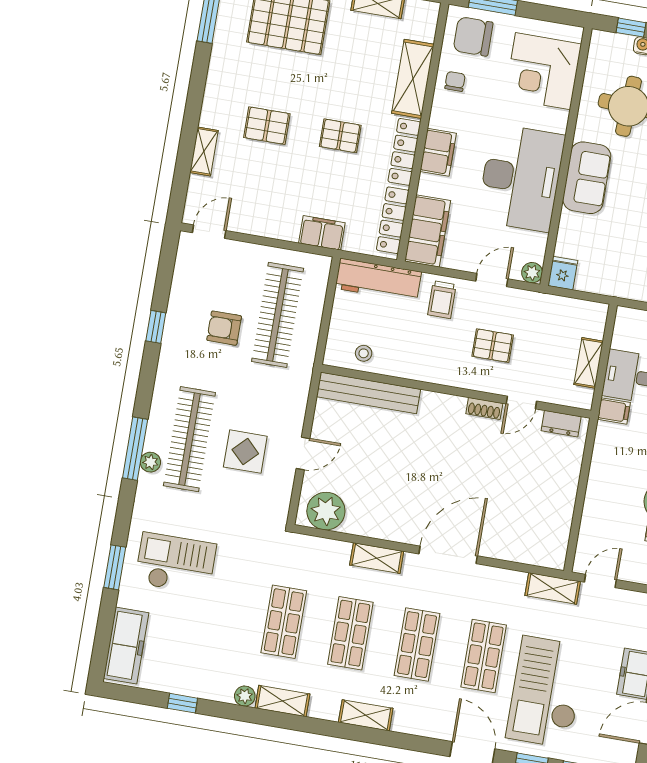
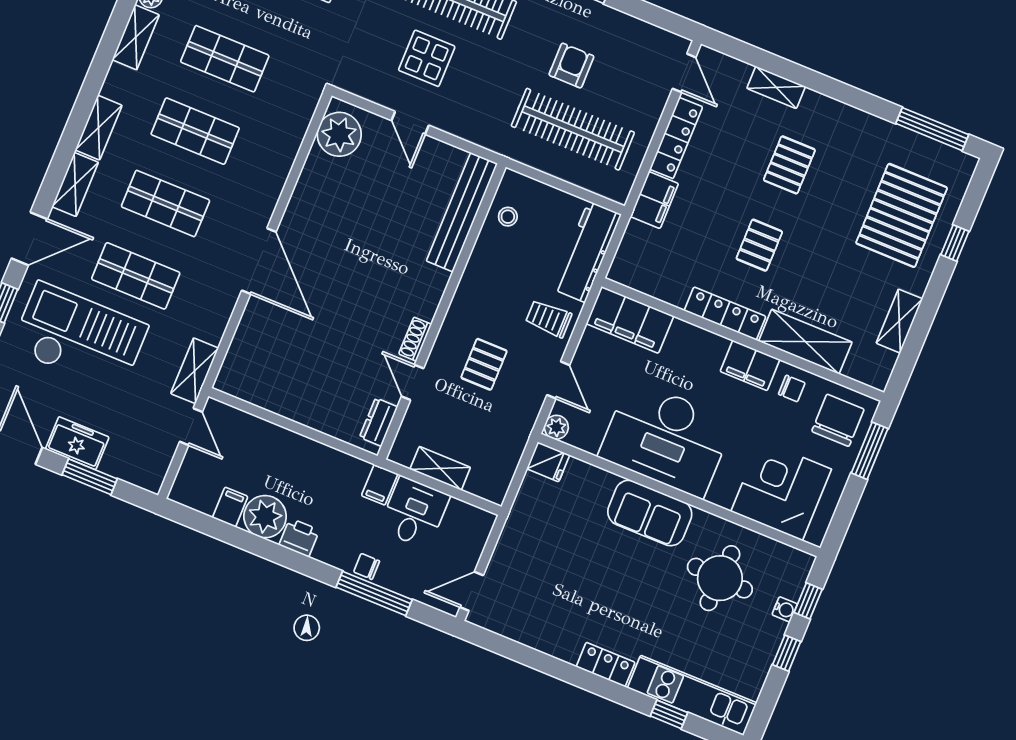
filing cabinet: (438, 152) -> (750, 365), moved
locker: (393, 220) -> (676, 138), moved, turned 90
shelving: (377, 558) -> (75, 184), moved

